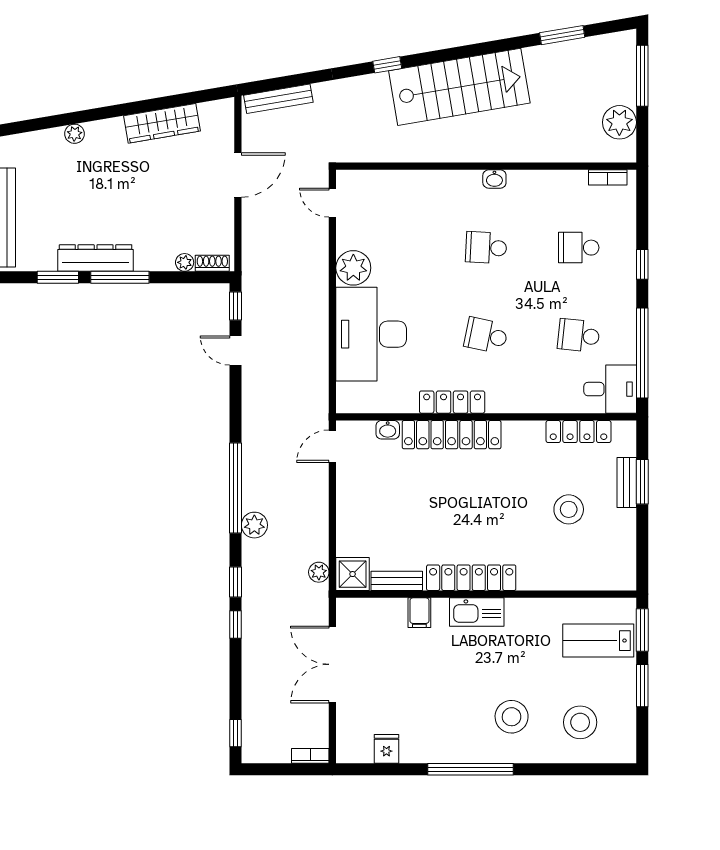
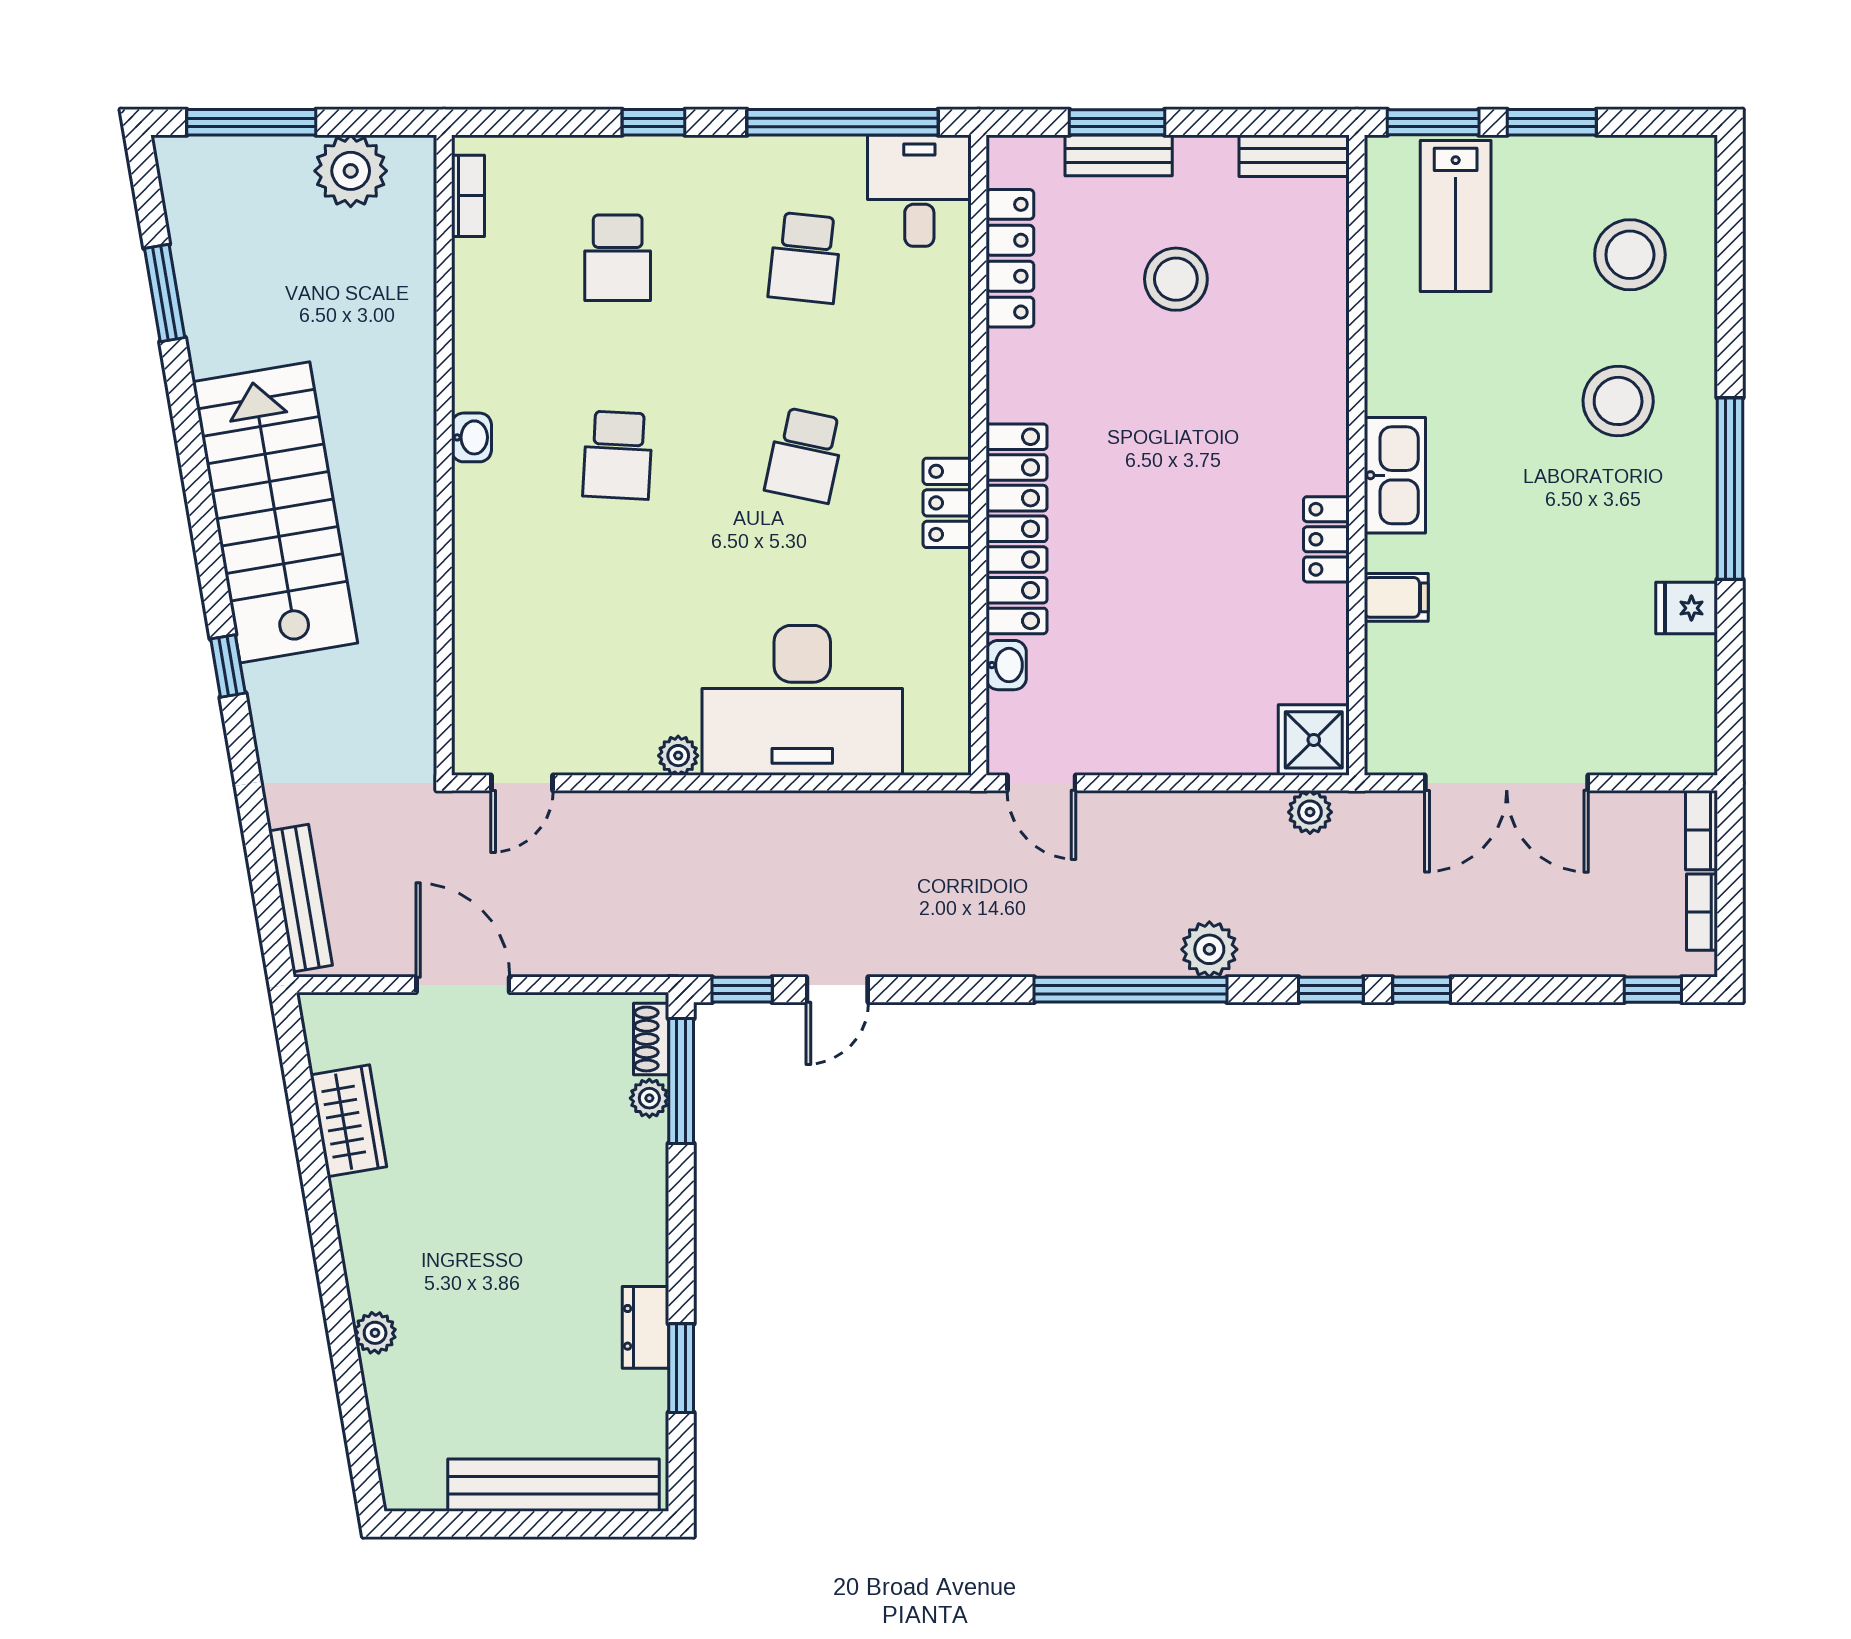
wardrobe: (162, 123) -> (348, 1121), width x0.67
dresser: (96, 258) -> (645, 1327), width x0.51, depth x0.80
plant: (353, 268) -> (678, 756), width x0.53, depth x0.53
window: (120, 277) -> (681, 1081), moved
locker: (452, 402) -> (947, 503), width x0.66
locker: (471, 578) -> (1326, 539), width x0.46, depth x0.83
bench: (397, 581) -> (1294, 156), moved, turned 90
fridge: (386, 749) -> (1687, 608), moved
bookcase: (272, 756) -> (1702, 912), added

